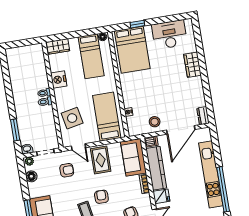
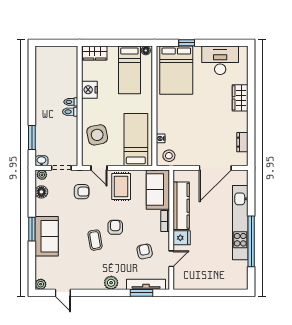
dresser: (203, 116) -> (242, 142), moved
stool: (155, 122) -> (169, 156), moved
dishwasher: (151, 142) -> (180, 175), removed

